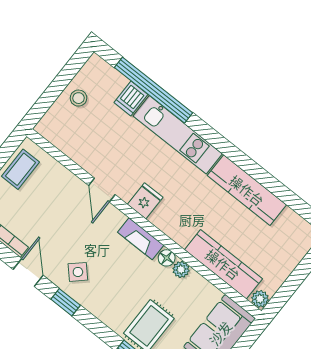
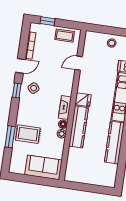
door: (102, 190) -> (79, 63), moved
kitchen counter: (223, 264) -> (79, 127), moved
plant: (260, 299) -> (69, 177), removed

